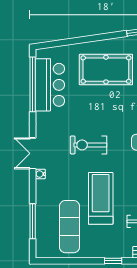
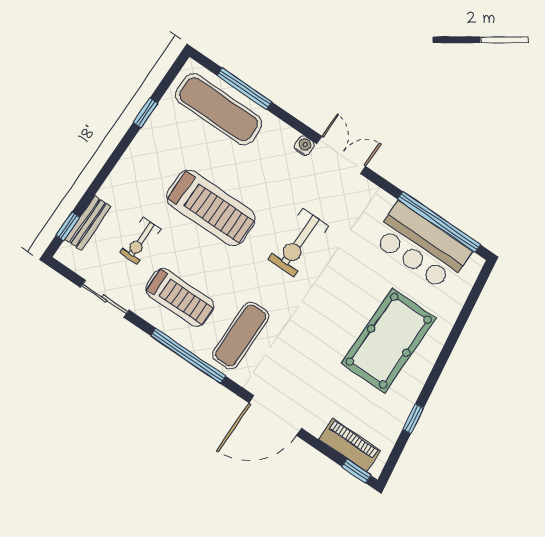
exercise bike: (89, 145) -> (299, 243), turned 180
exercise mat: (70, 227) -> (219, 109), moved
window: (113, 261) -> (145, 113), moved

